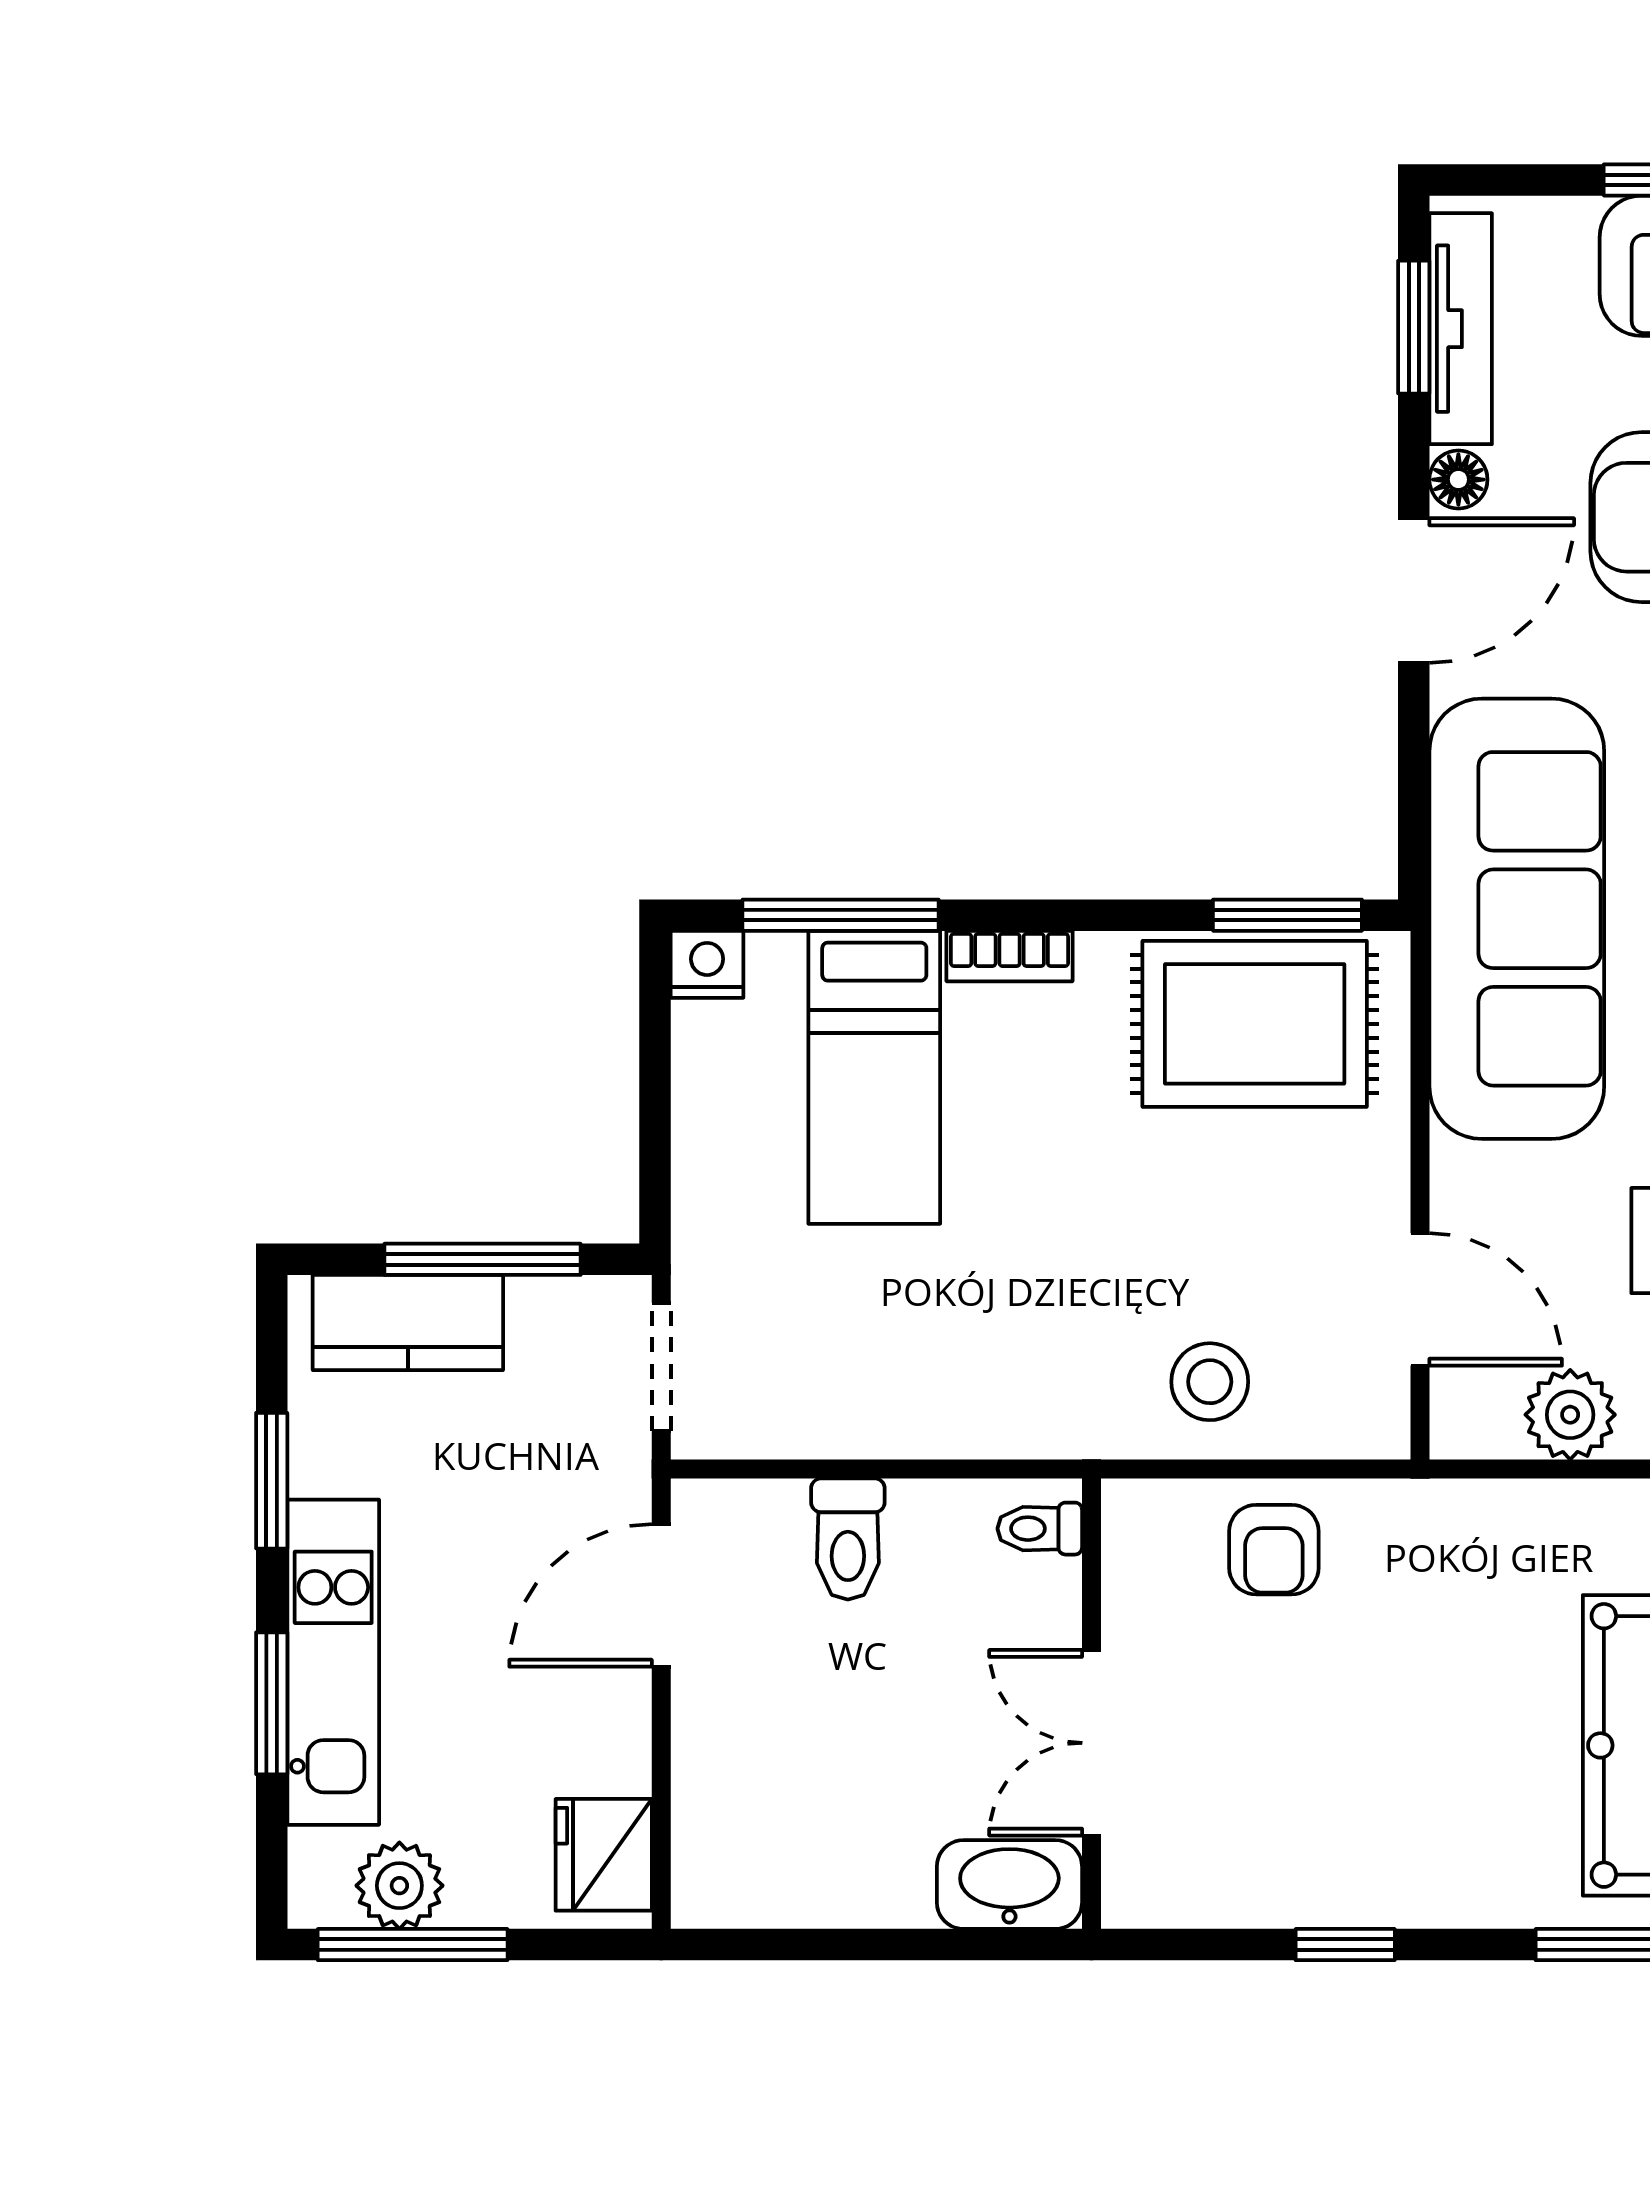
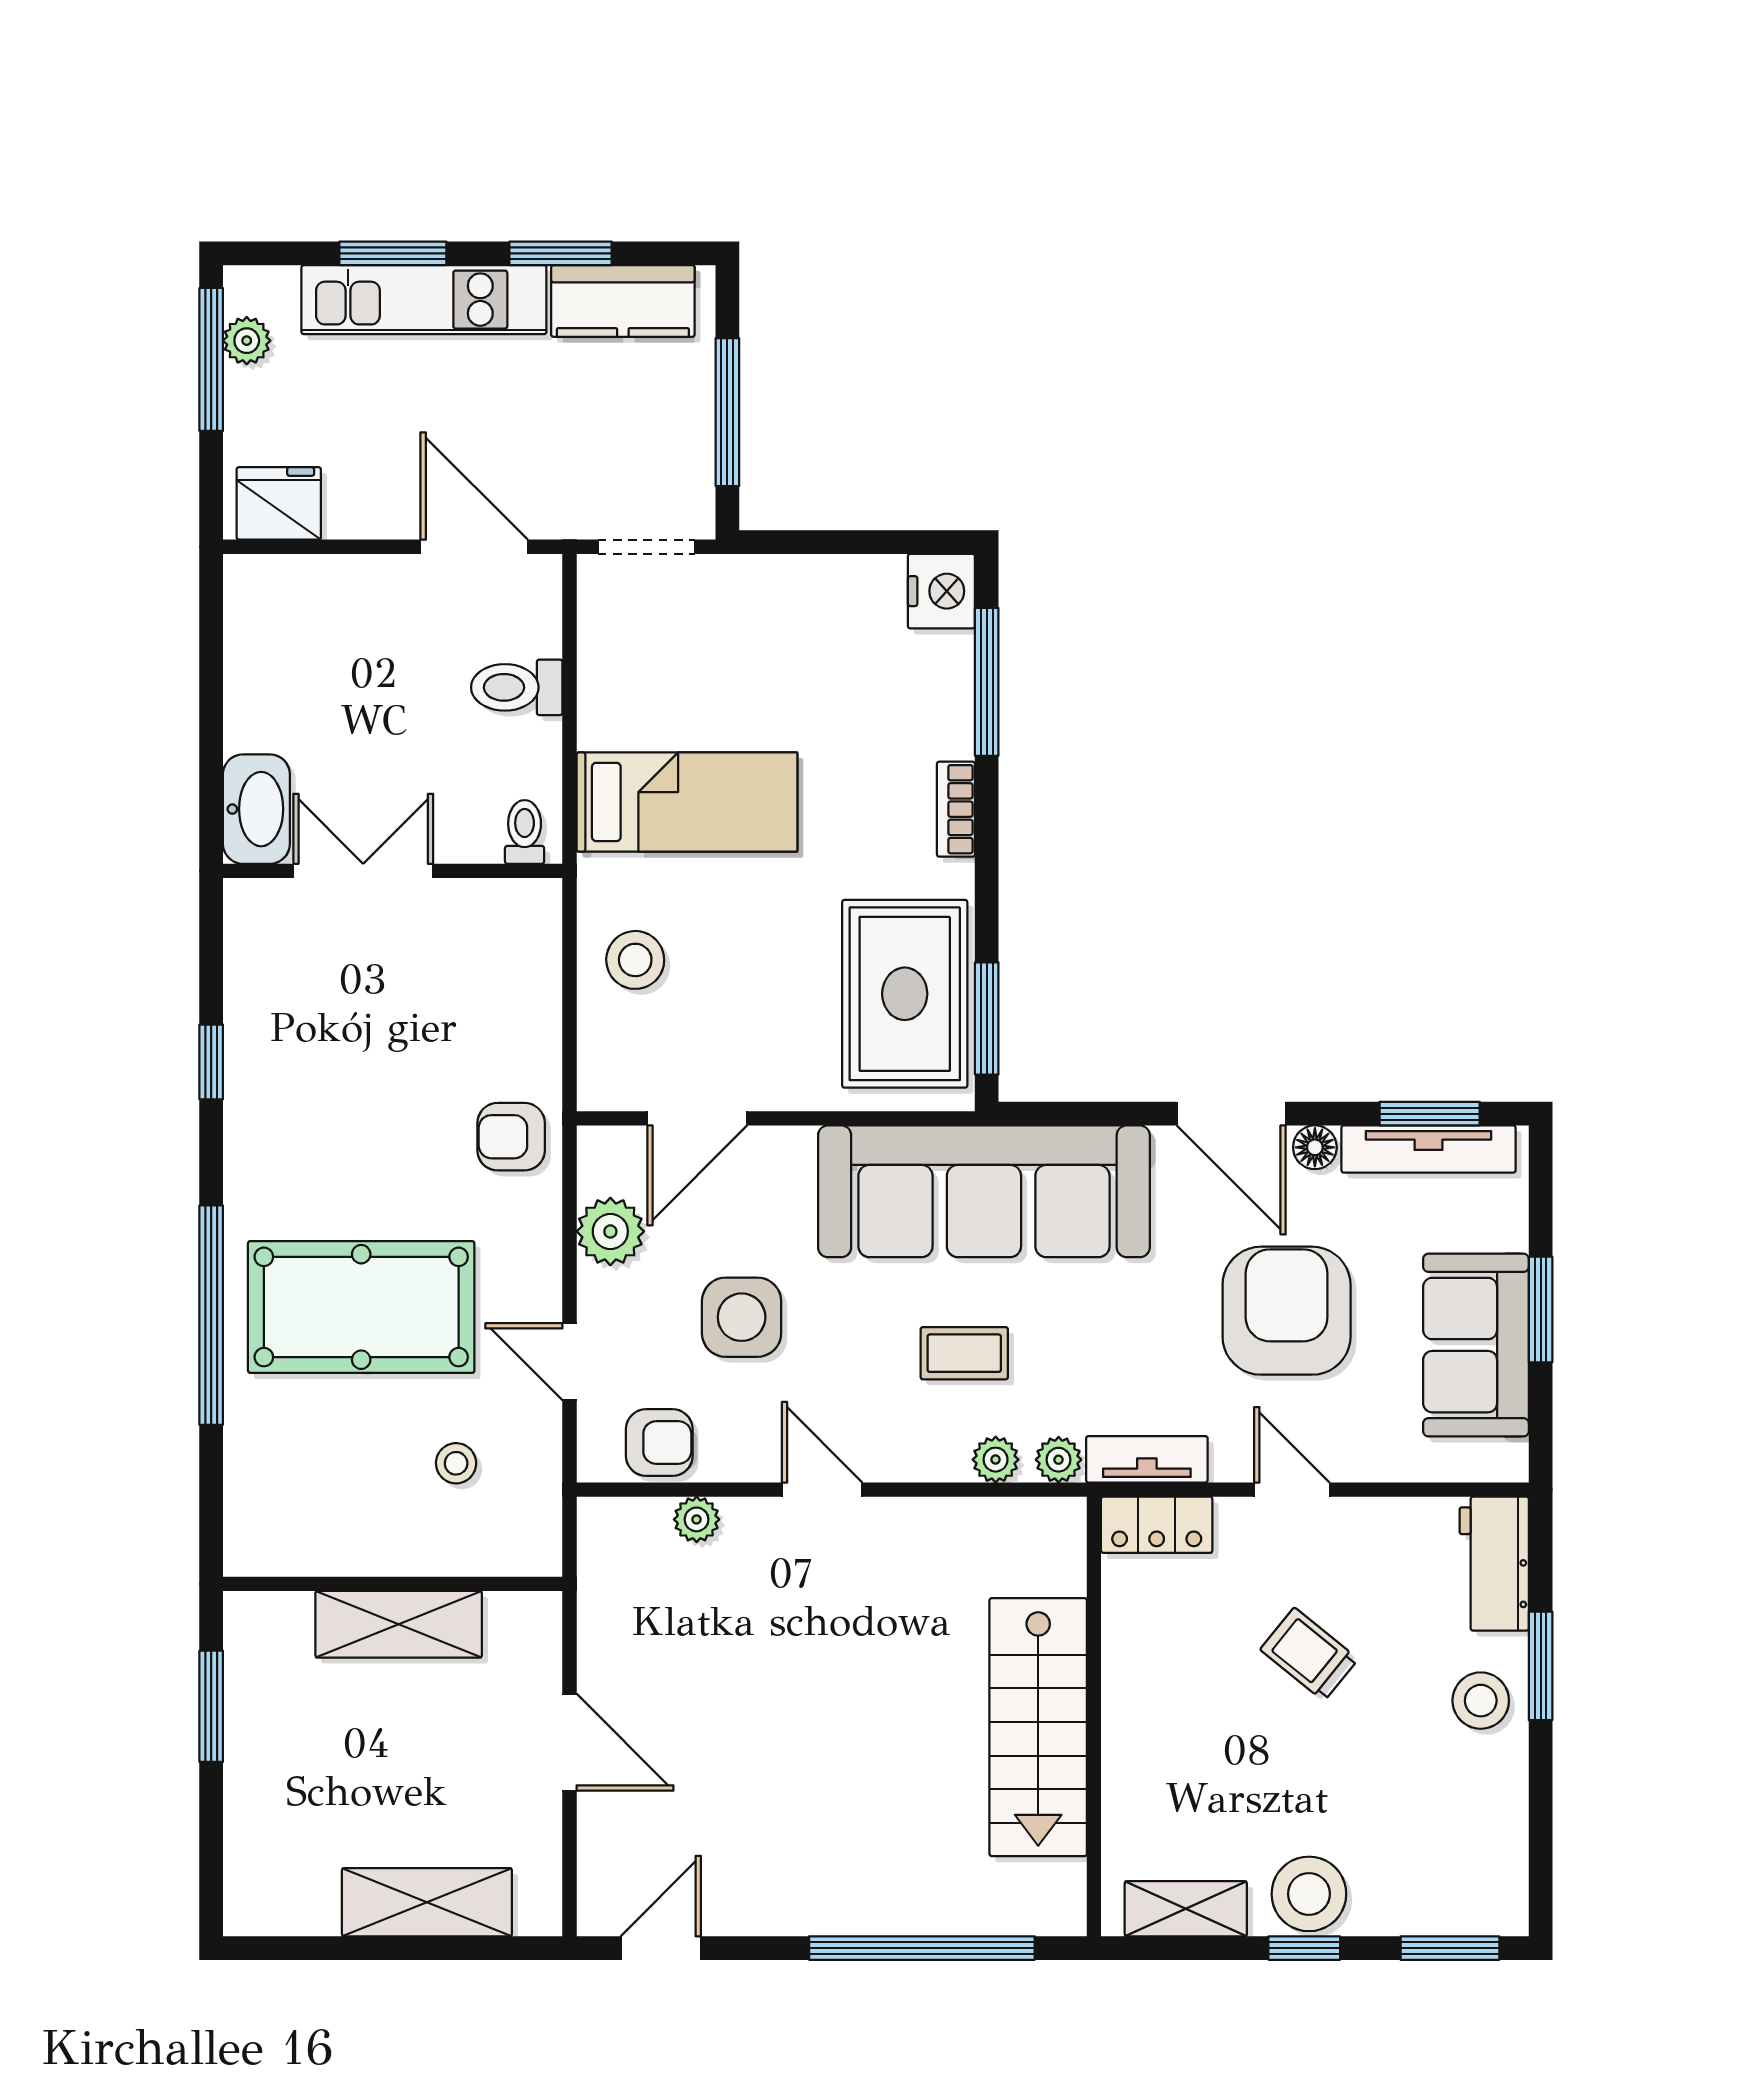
nightstand: (707, 964) -> (941, 591), width x1.36, depth x1.33
bed: (874, 1077) -> (687, 802), moved, turned 180
kitchen counter: (408, 1323) -> (623, 301), moved, turned -90
armchair: (1274, 1550) -> (511, 1137), moved
plant: (399, 1886) -> (247, 341), width x0.73, depth x0.73

